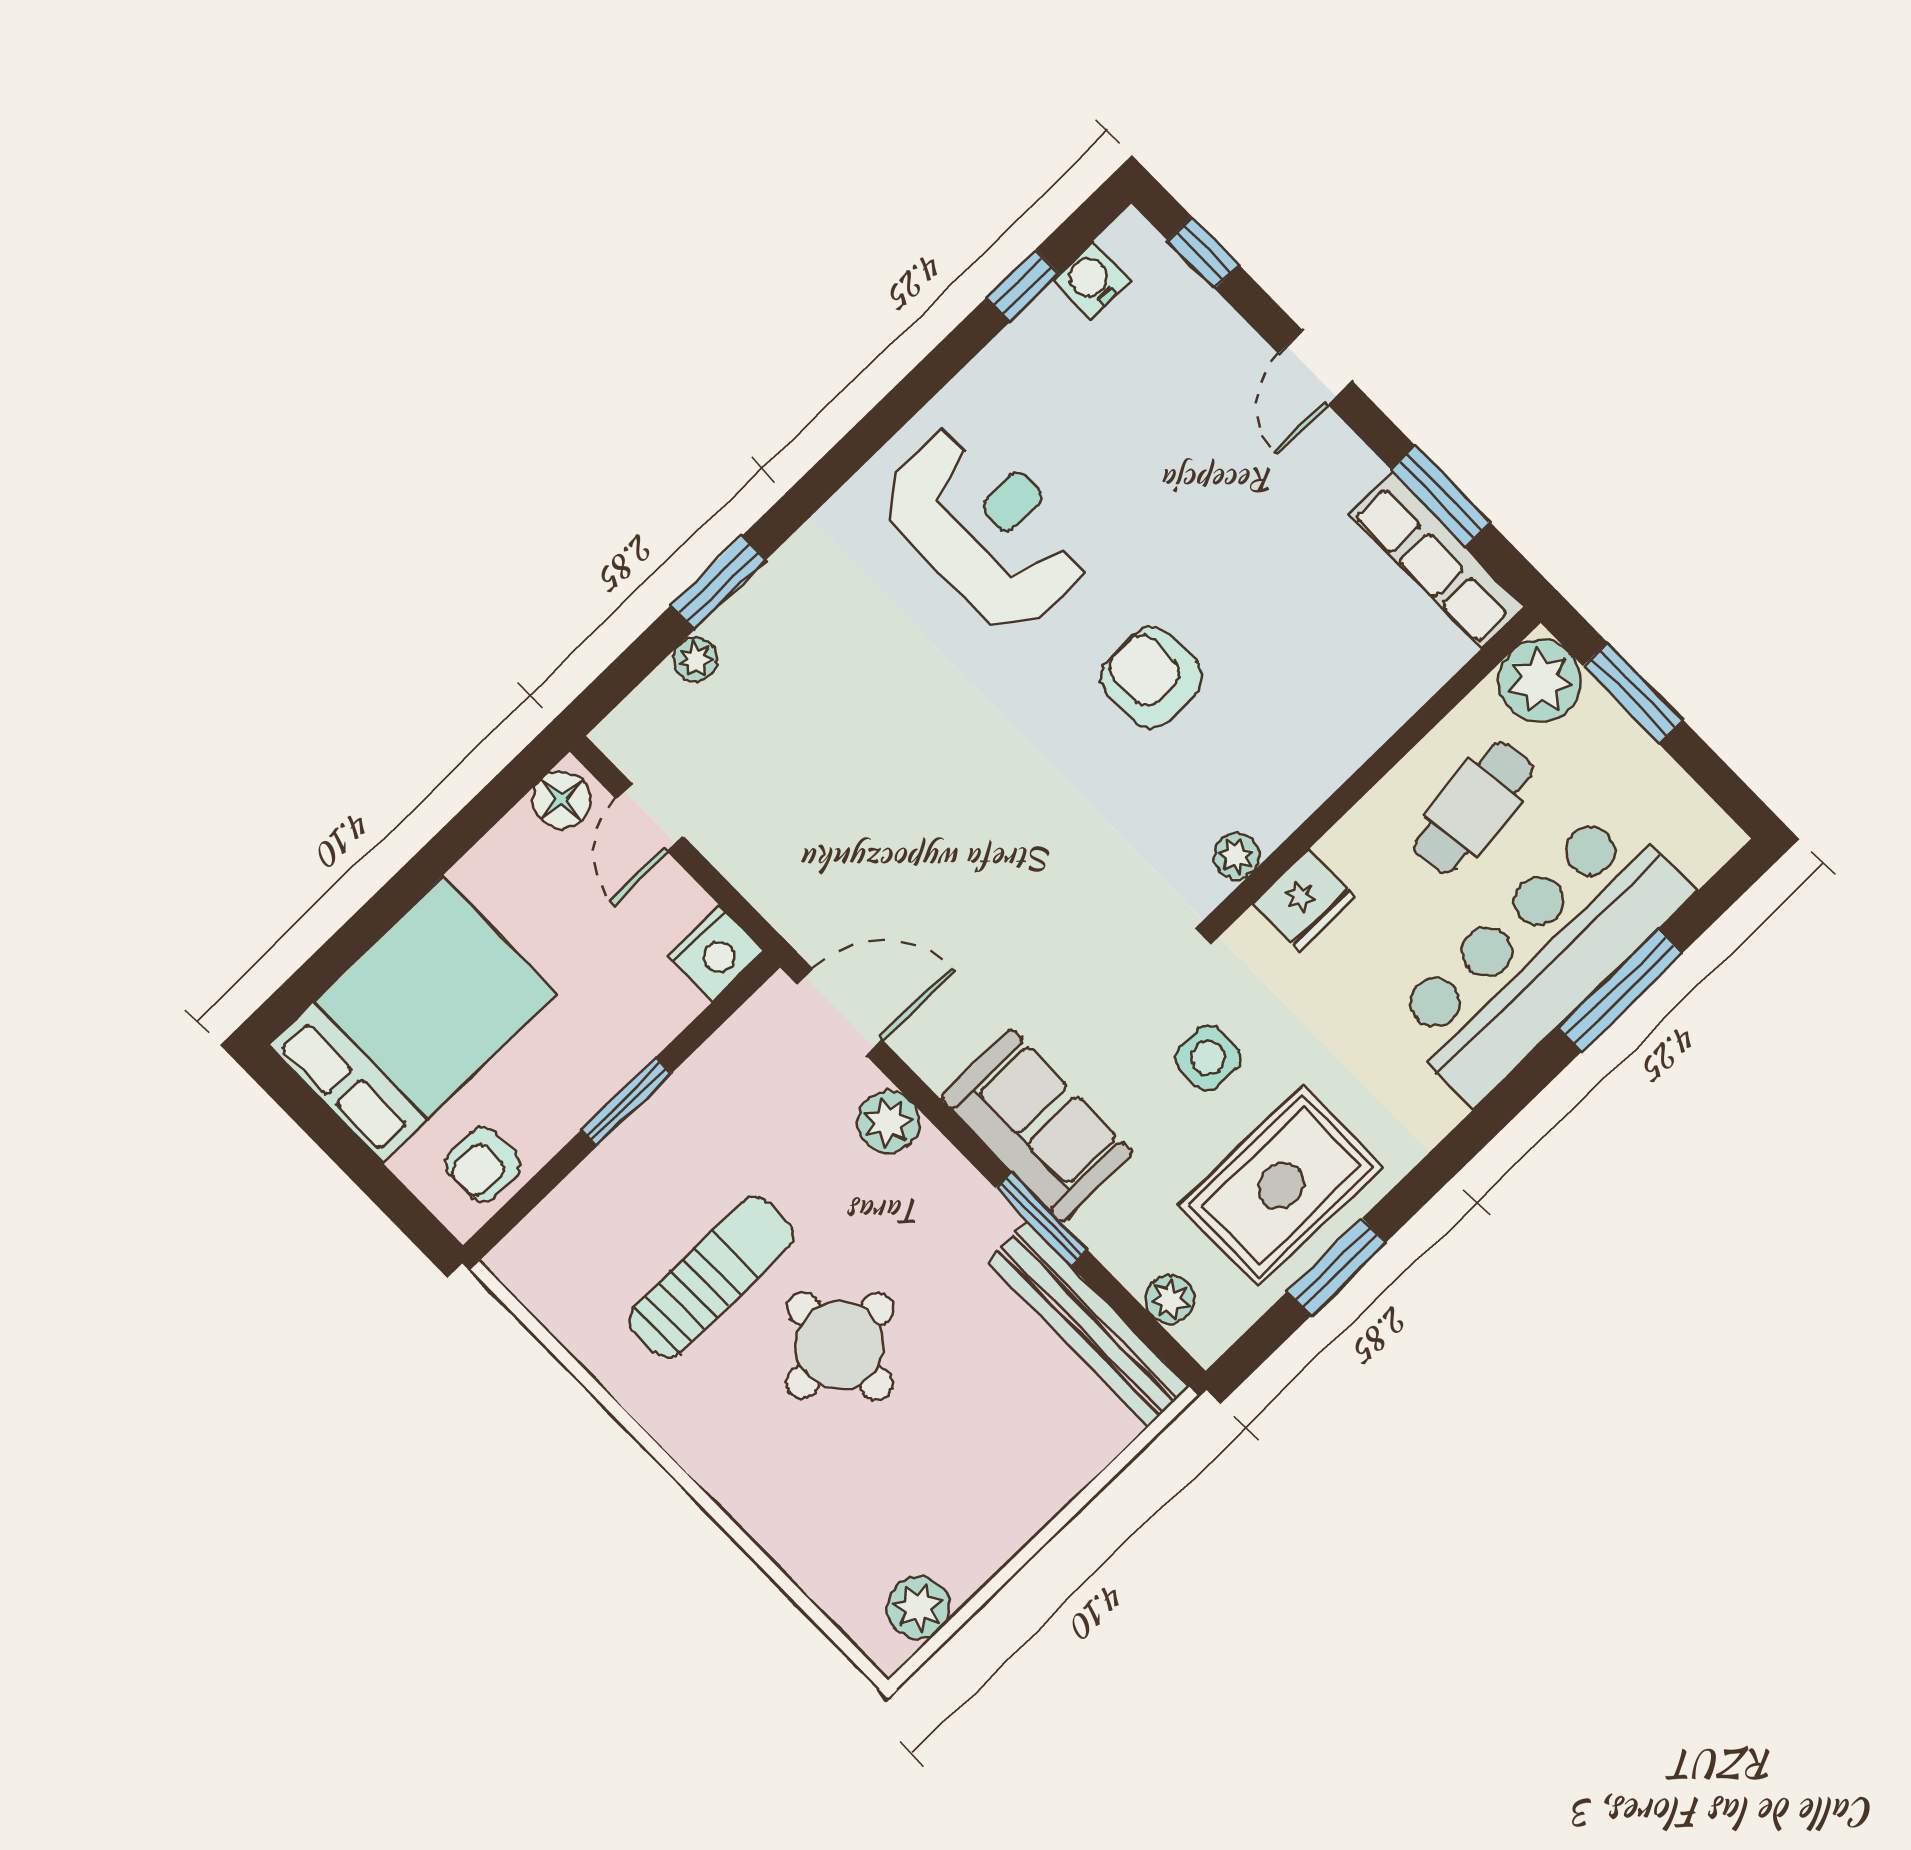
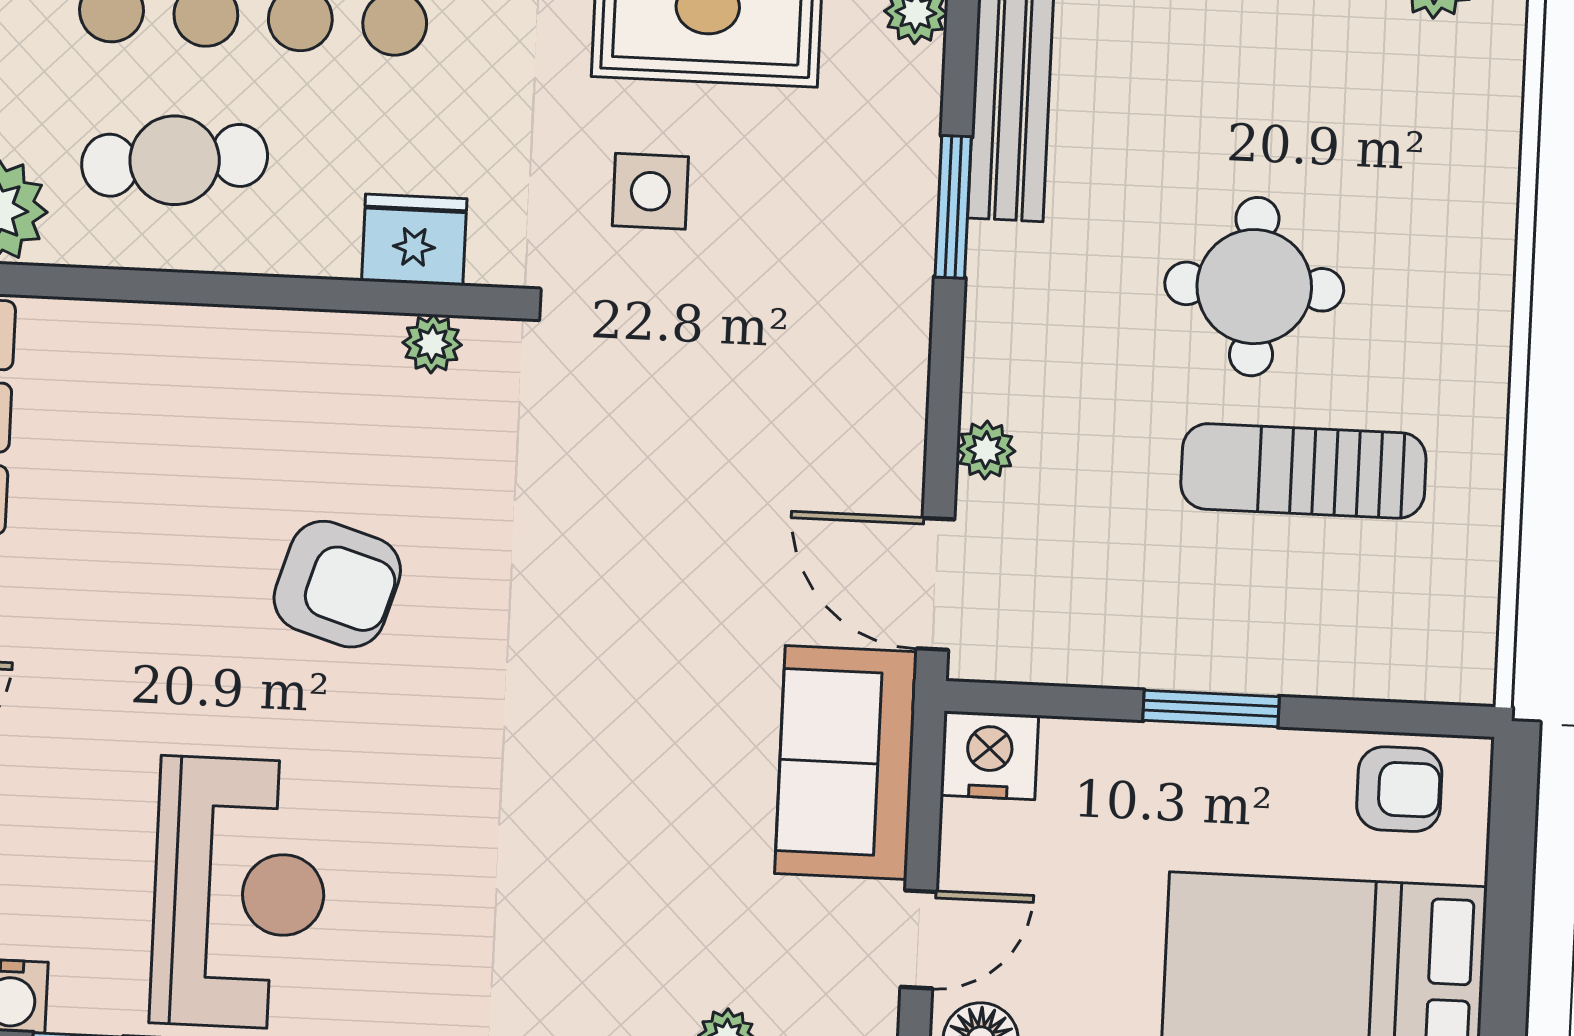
reception desk: (985, 528) -> (239, 893), moved, turned 180
armchair: (1152, 678) -> (337, 584), turned -73
plant: (888, 1122) -> (986, 450), width x0.73, depth x0.73
sofa: (1037, 1125) -> (846, 763), moved

